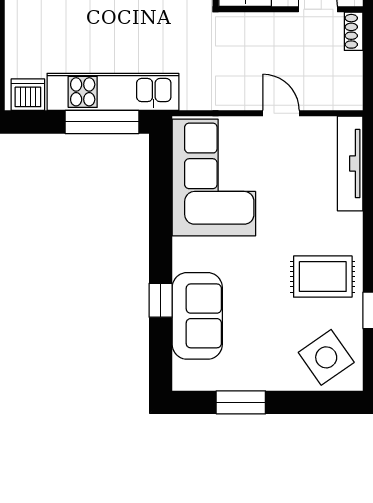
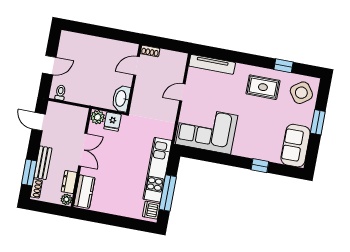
window: (102, 122) -> (168, 193), moved
rug: (323, 277) -> (263, 87), turned 90
sofa: (197, 316) -> (296, 146), moved, turned -90
window: (241, 402) -> (318, 122), moved

